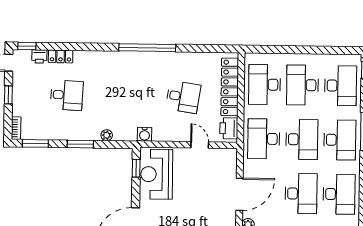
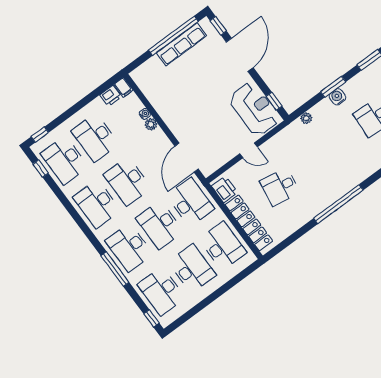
water cooler: (145, 134) -> (337, 97), moved
plant: (107, 135) -> (306, 118), moved
door: (200, 145) -> (249, 150), moved
door: (239, 194) -> (187, 158), moved

